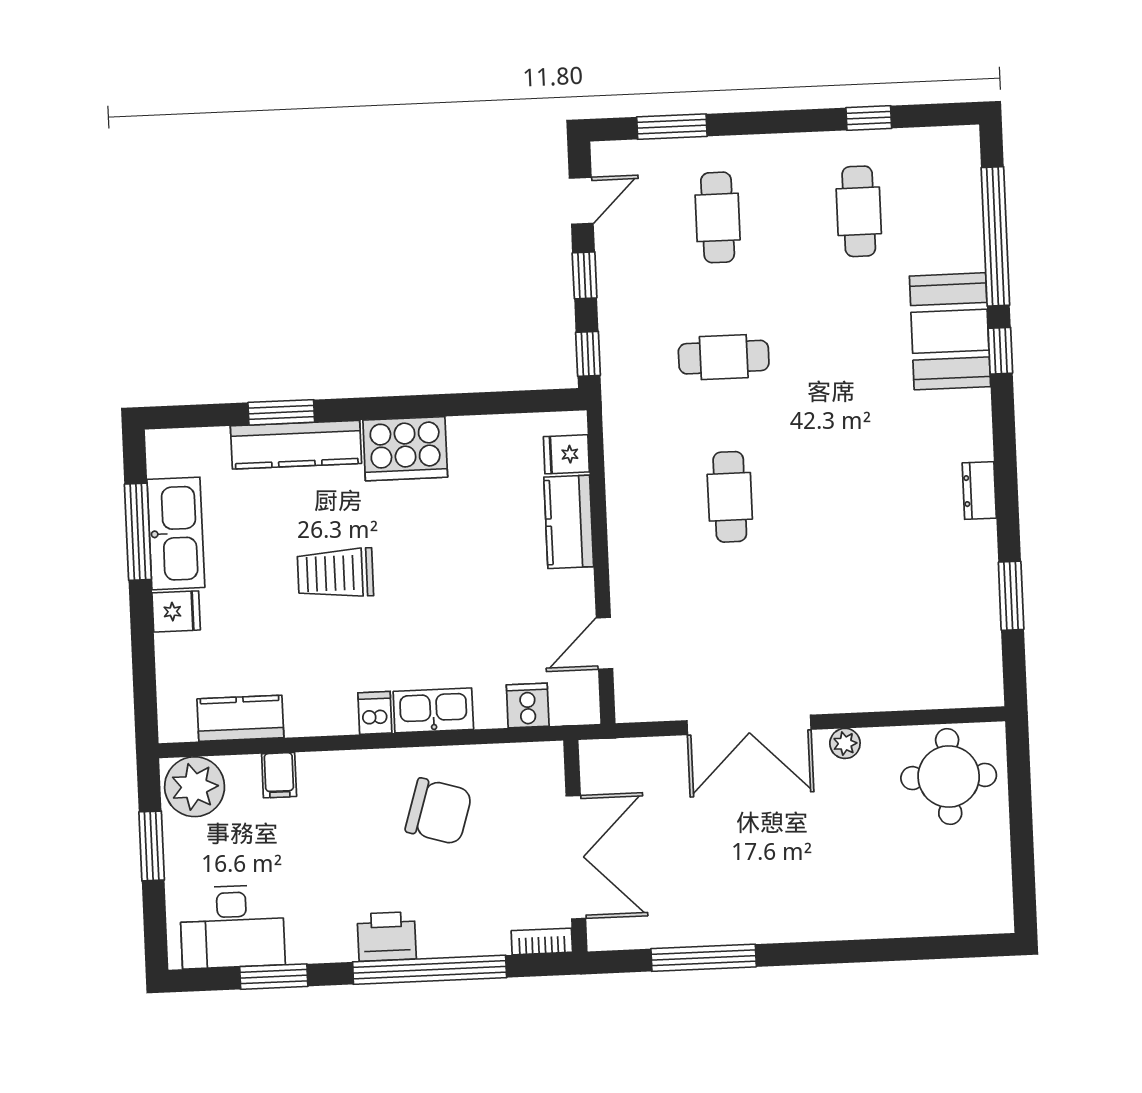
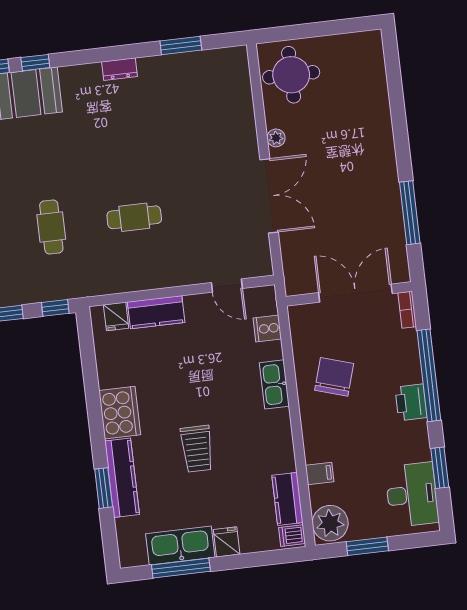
dishwasher: (375, 713) -> (292, 536), moved

